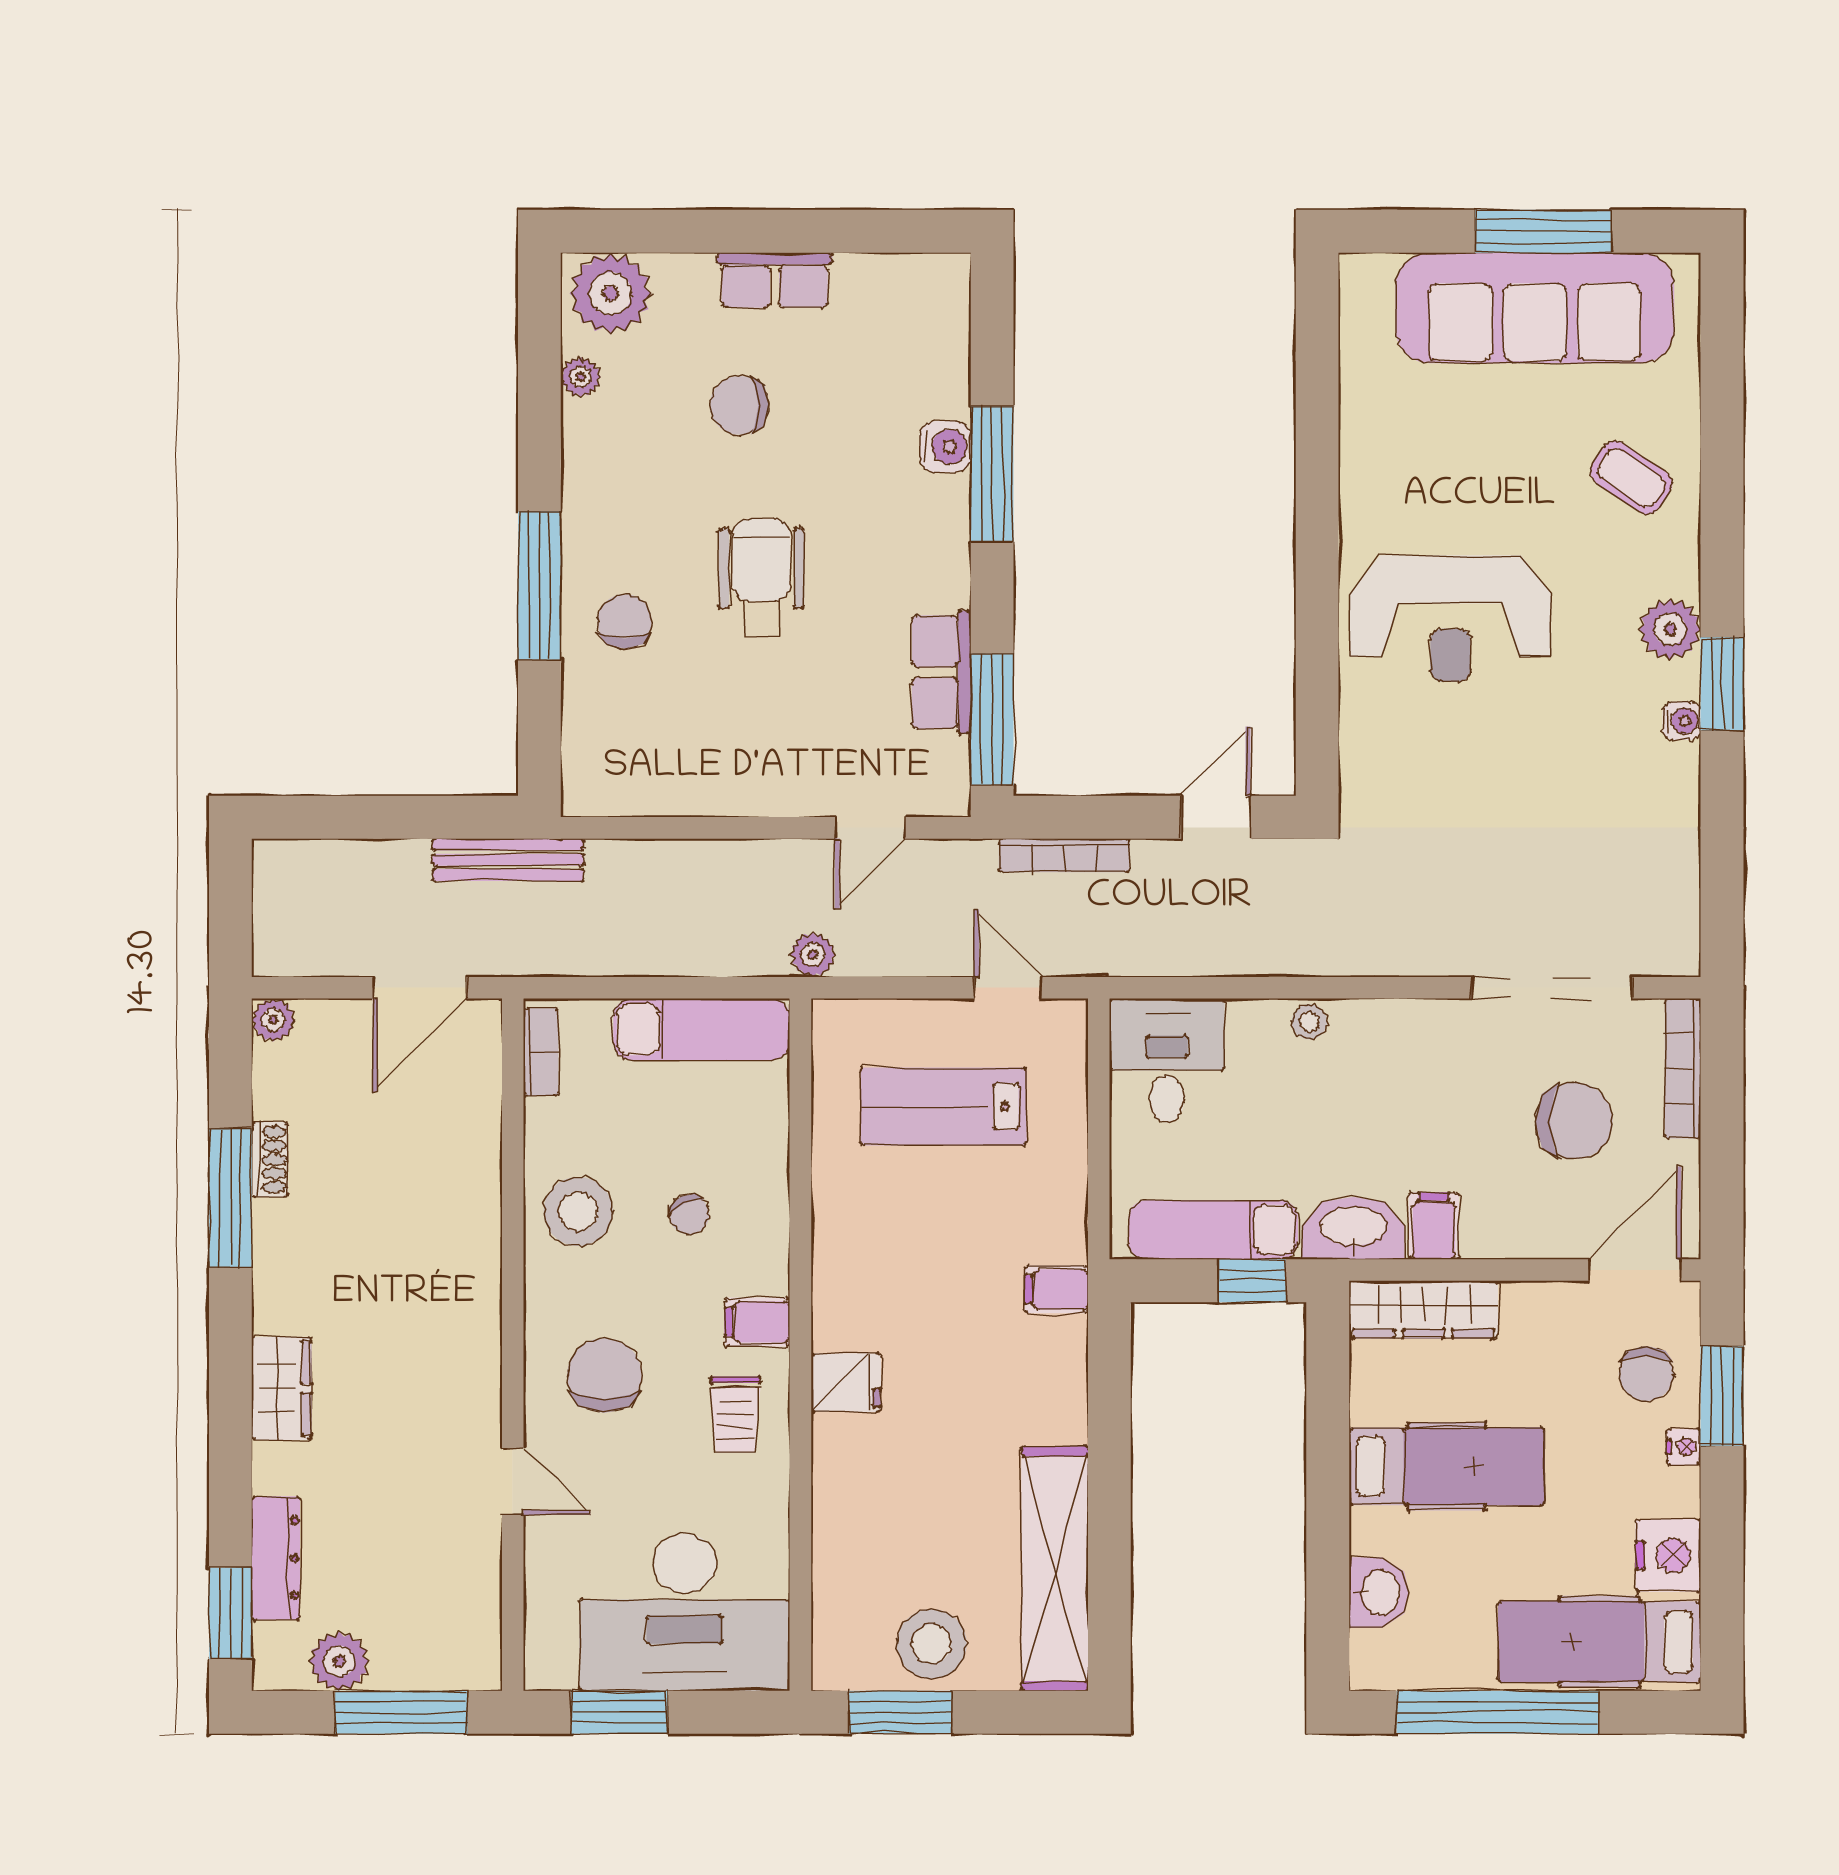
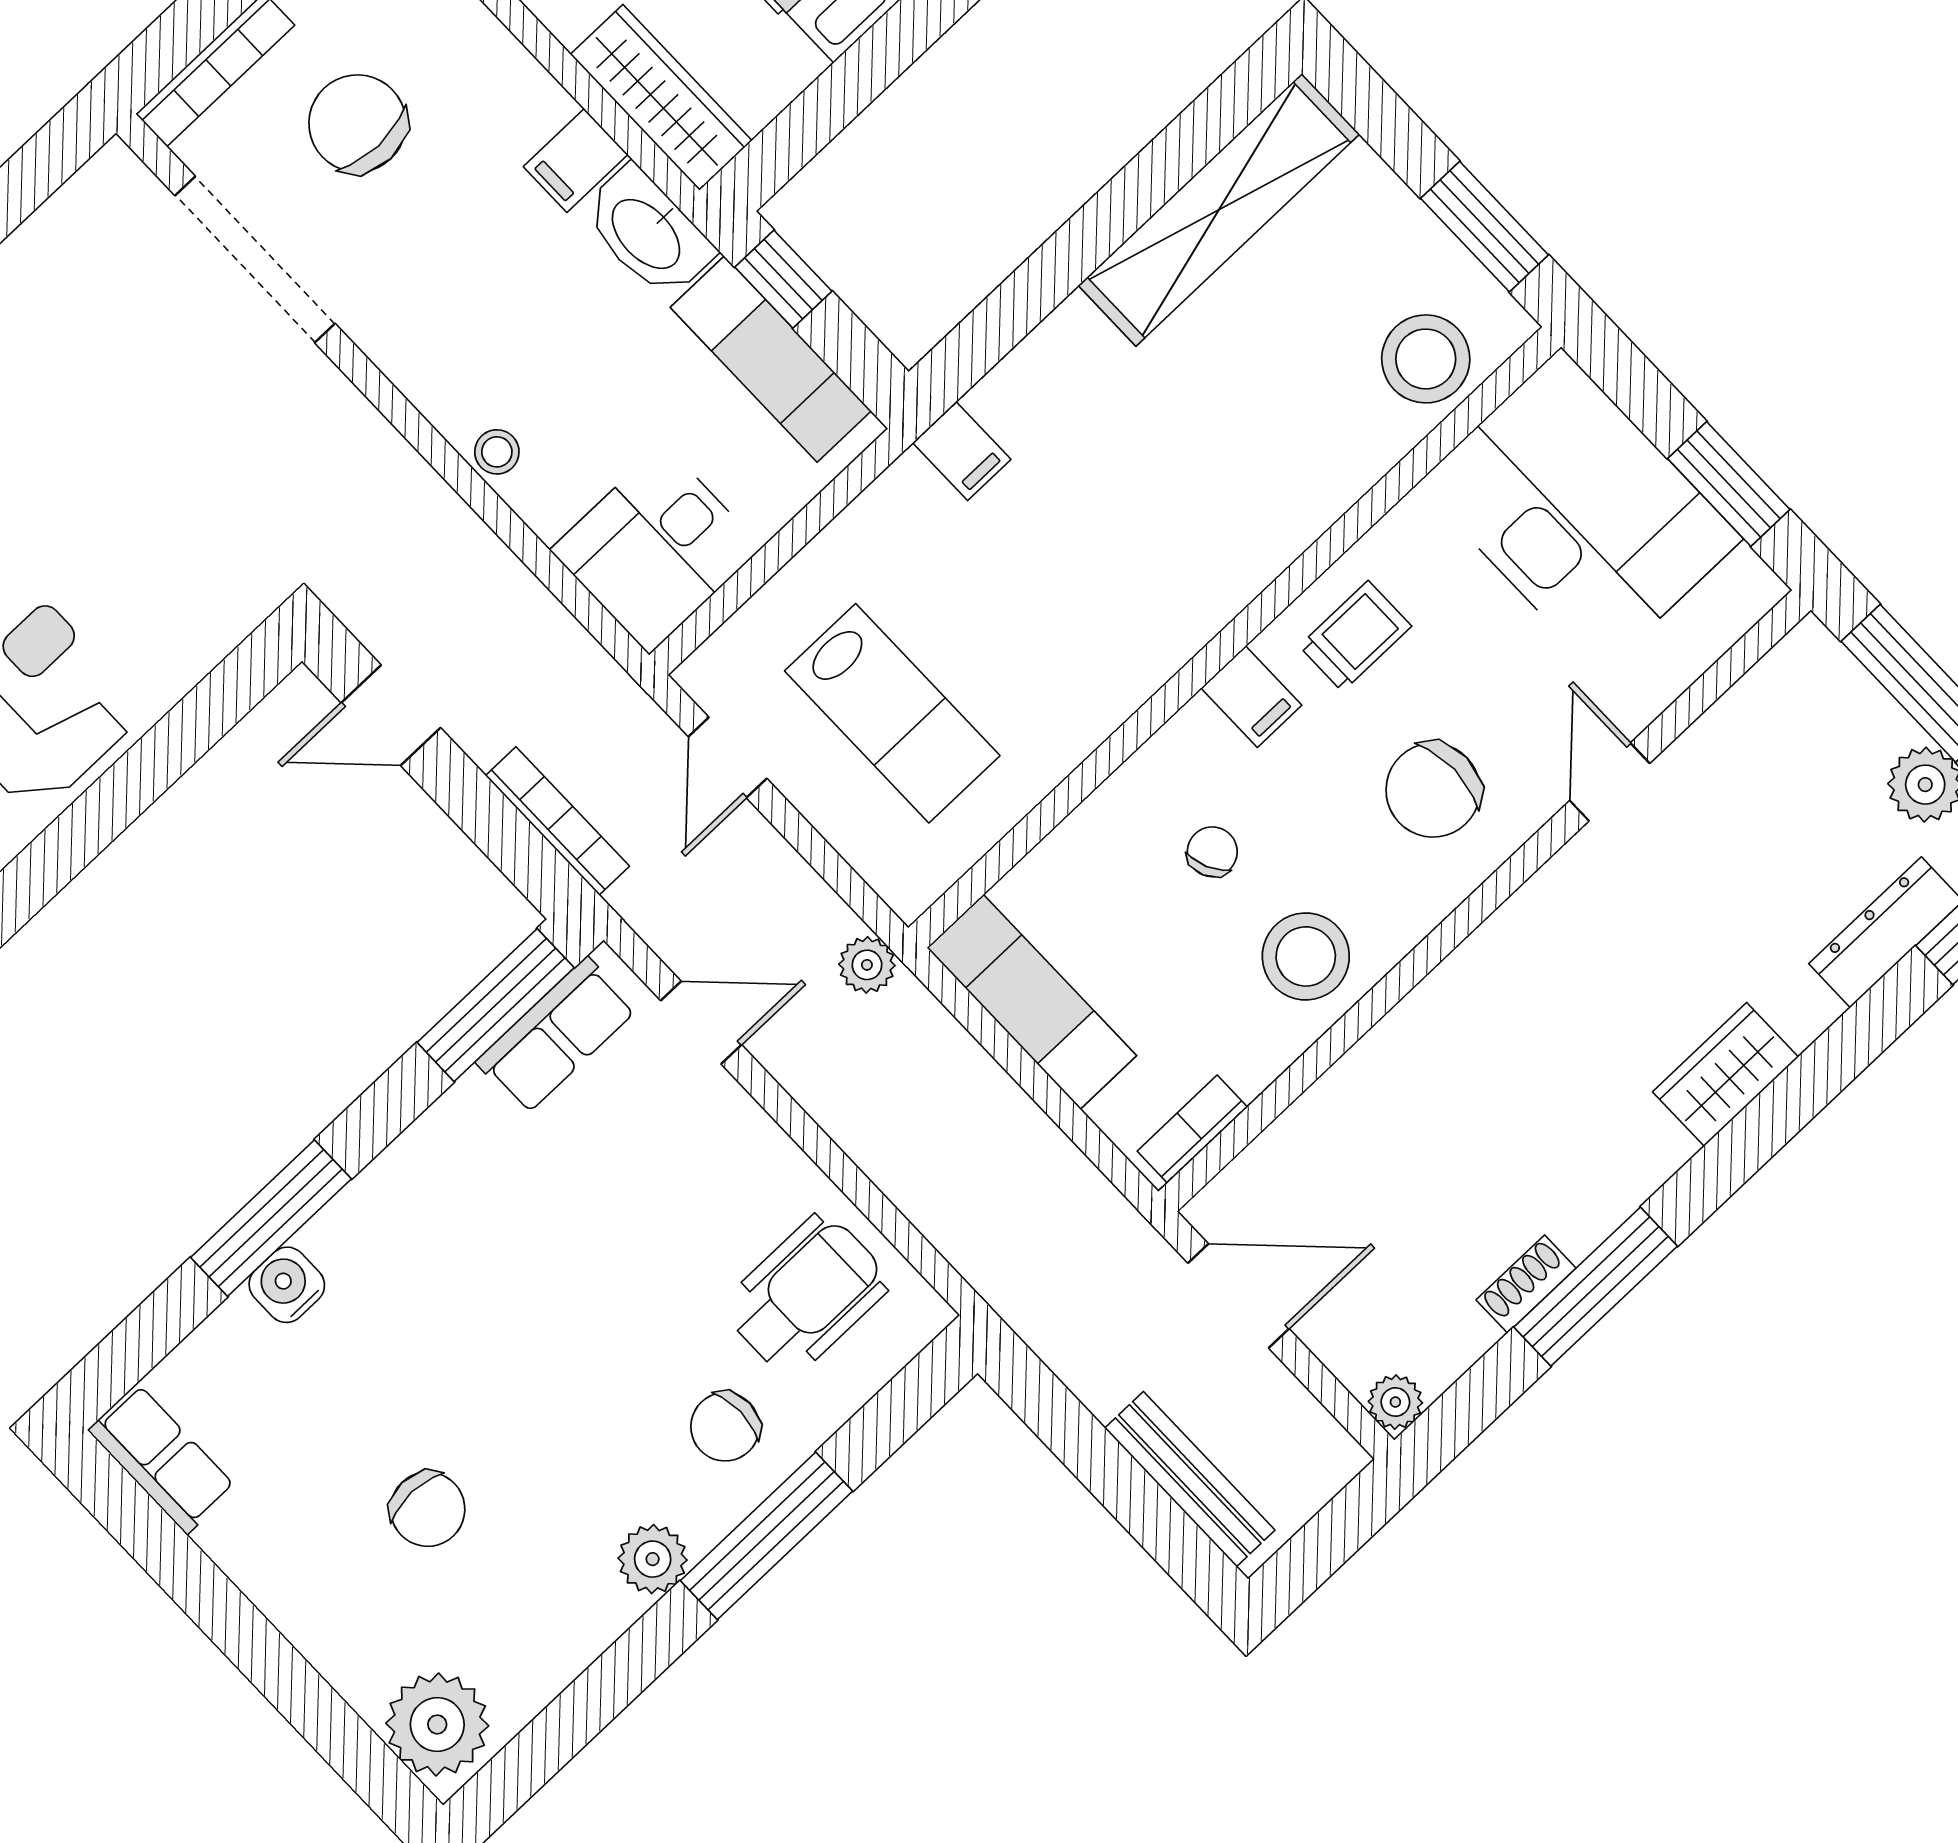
row of seats: (775, 280) -> (162, 1459), moved
plant: (581, 377) -> (653, 1559), moved, width x1.38, depth x1.38
wheelchair: (761, 578) -> (806, 1295), moved, turned 180
row of seats: (941, 672) -> (556, 1036), moved
bench: (508, 860) -> (1190, 1479), moved
fridge: (846, 1383) -> (1230, 563), removed
stool: (932, 1644) -> (1426, 359), moved

